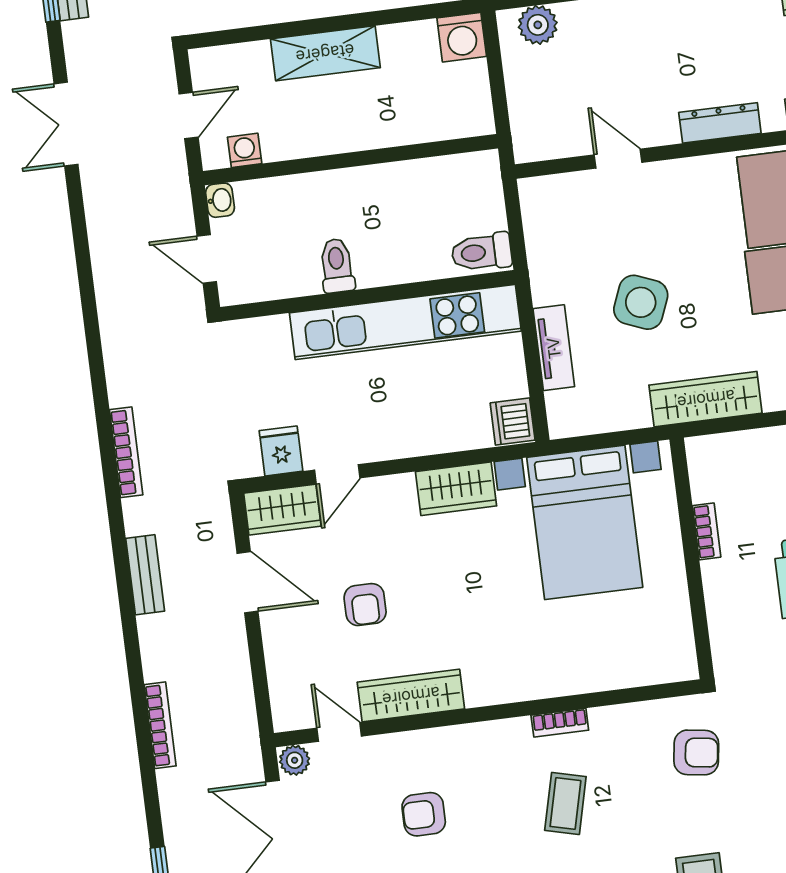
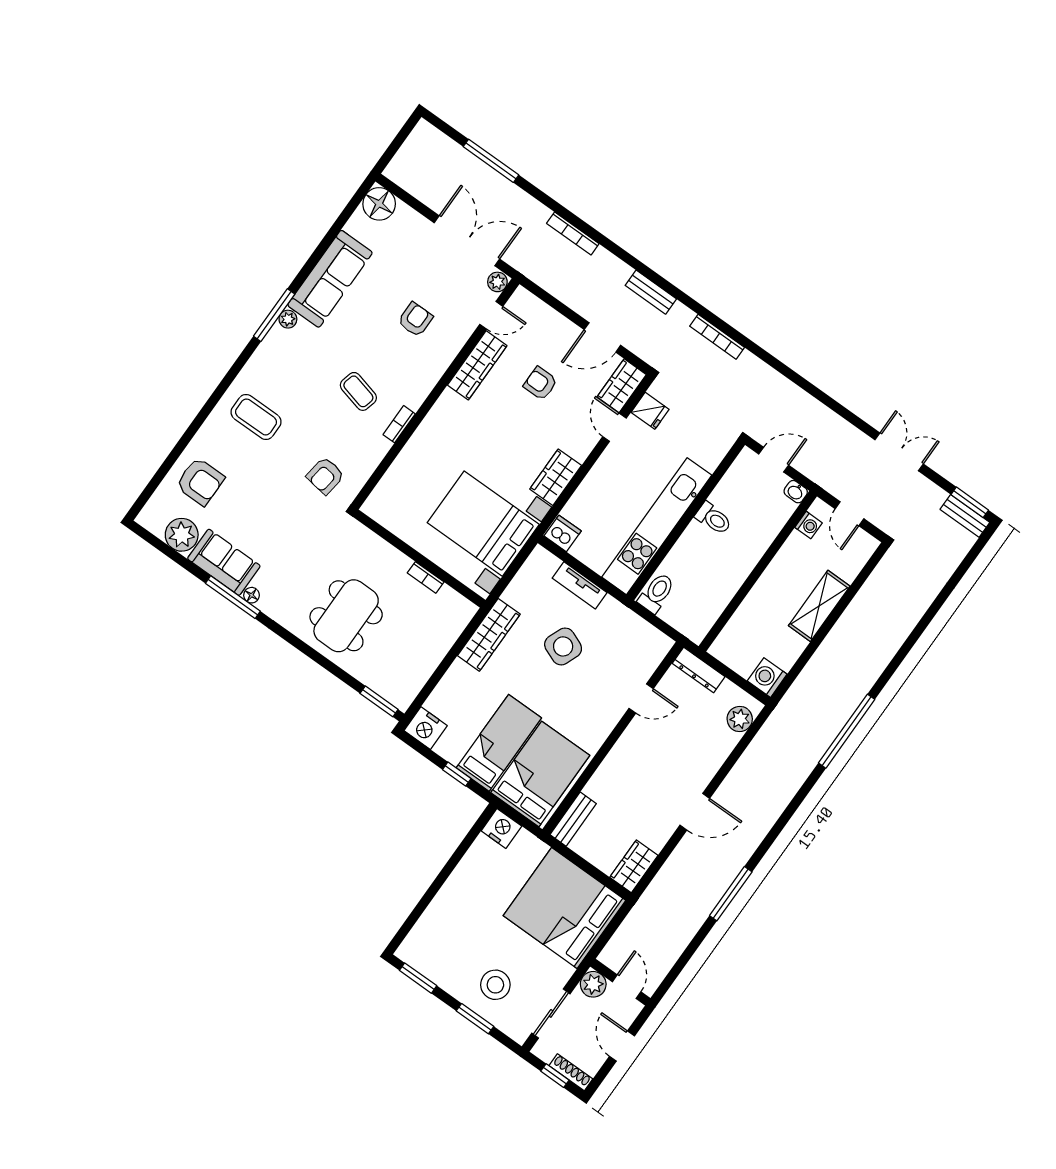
dresser: (720, 123) -> (699, 670), moved, turned 90

